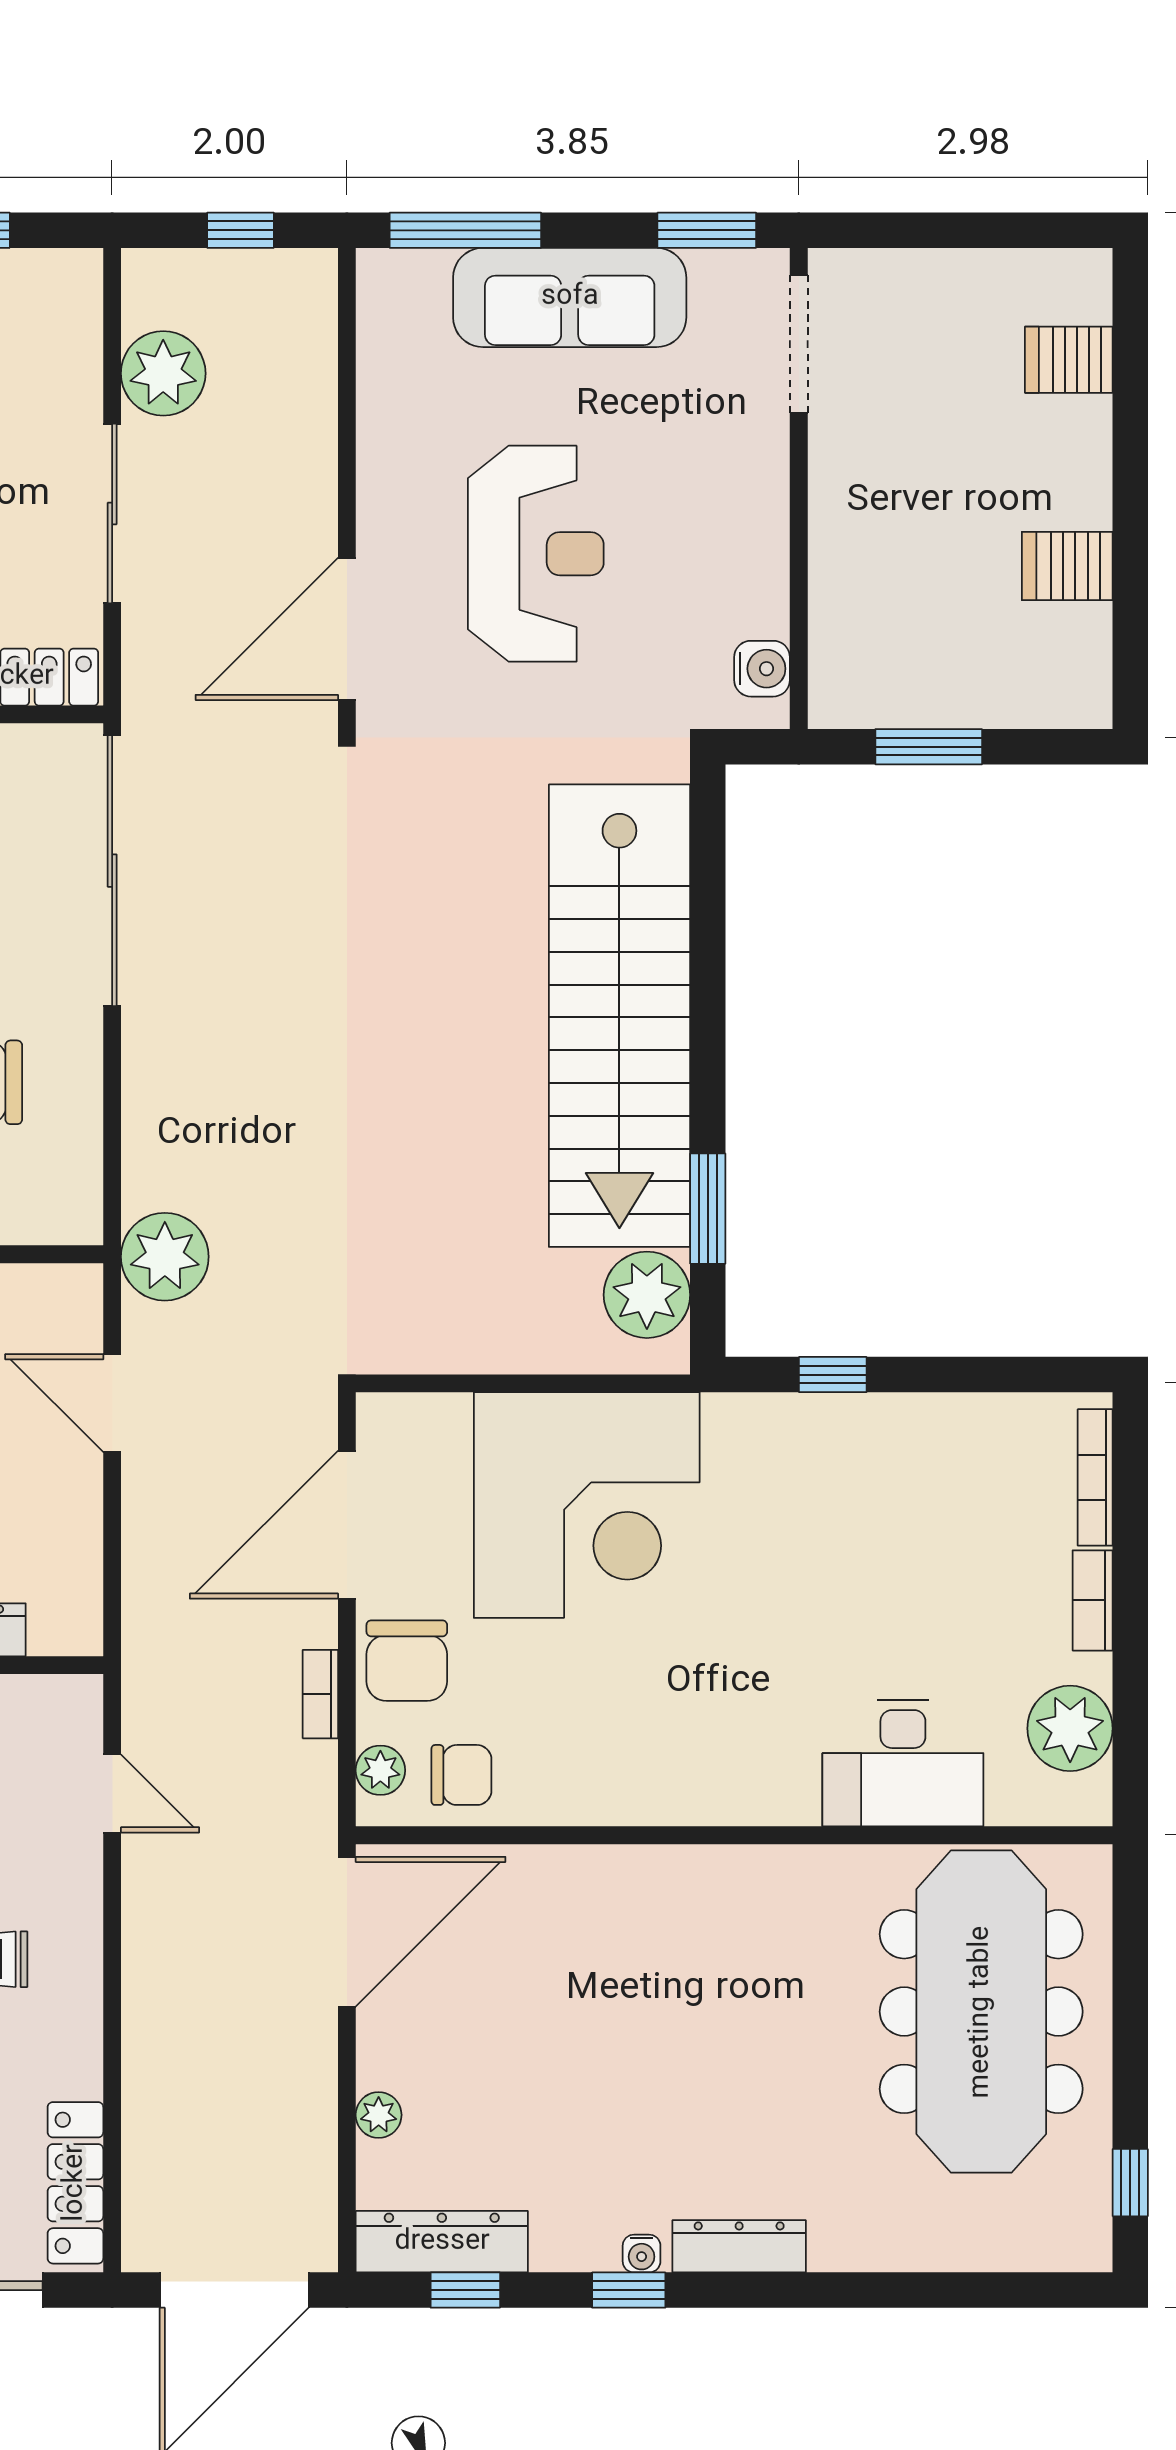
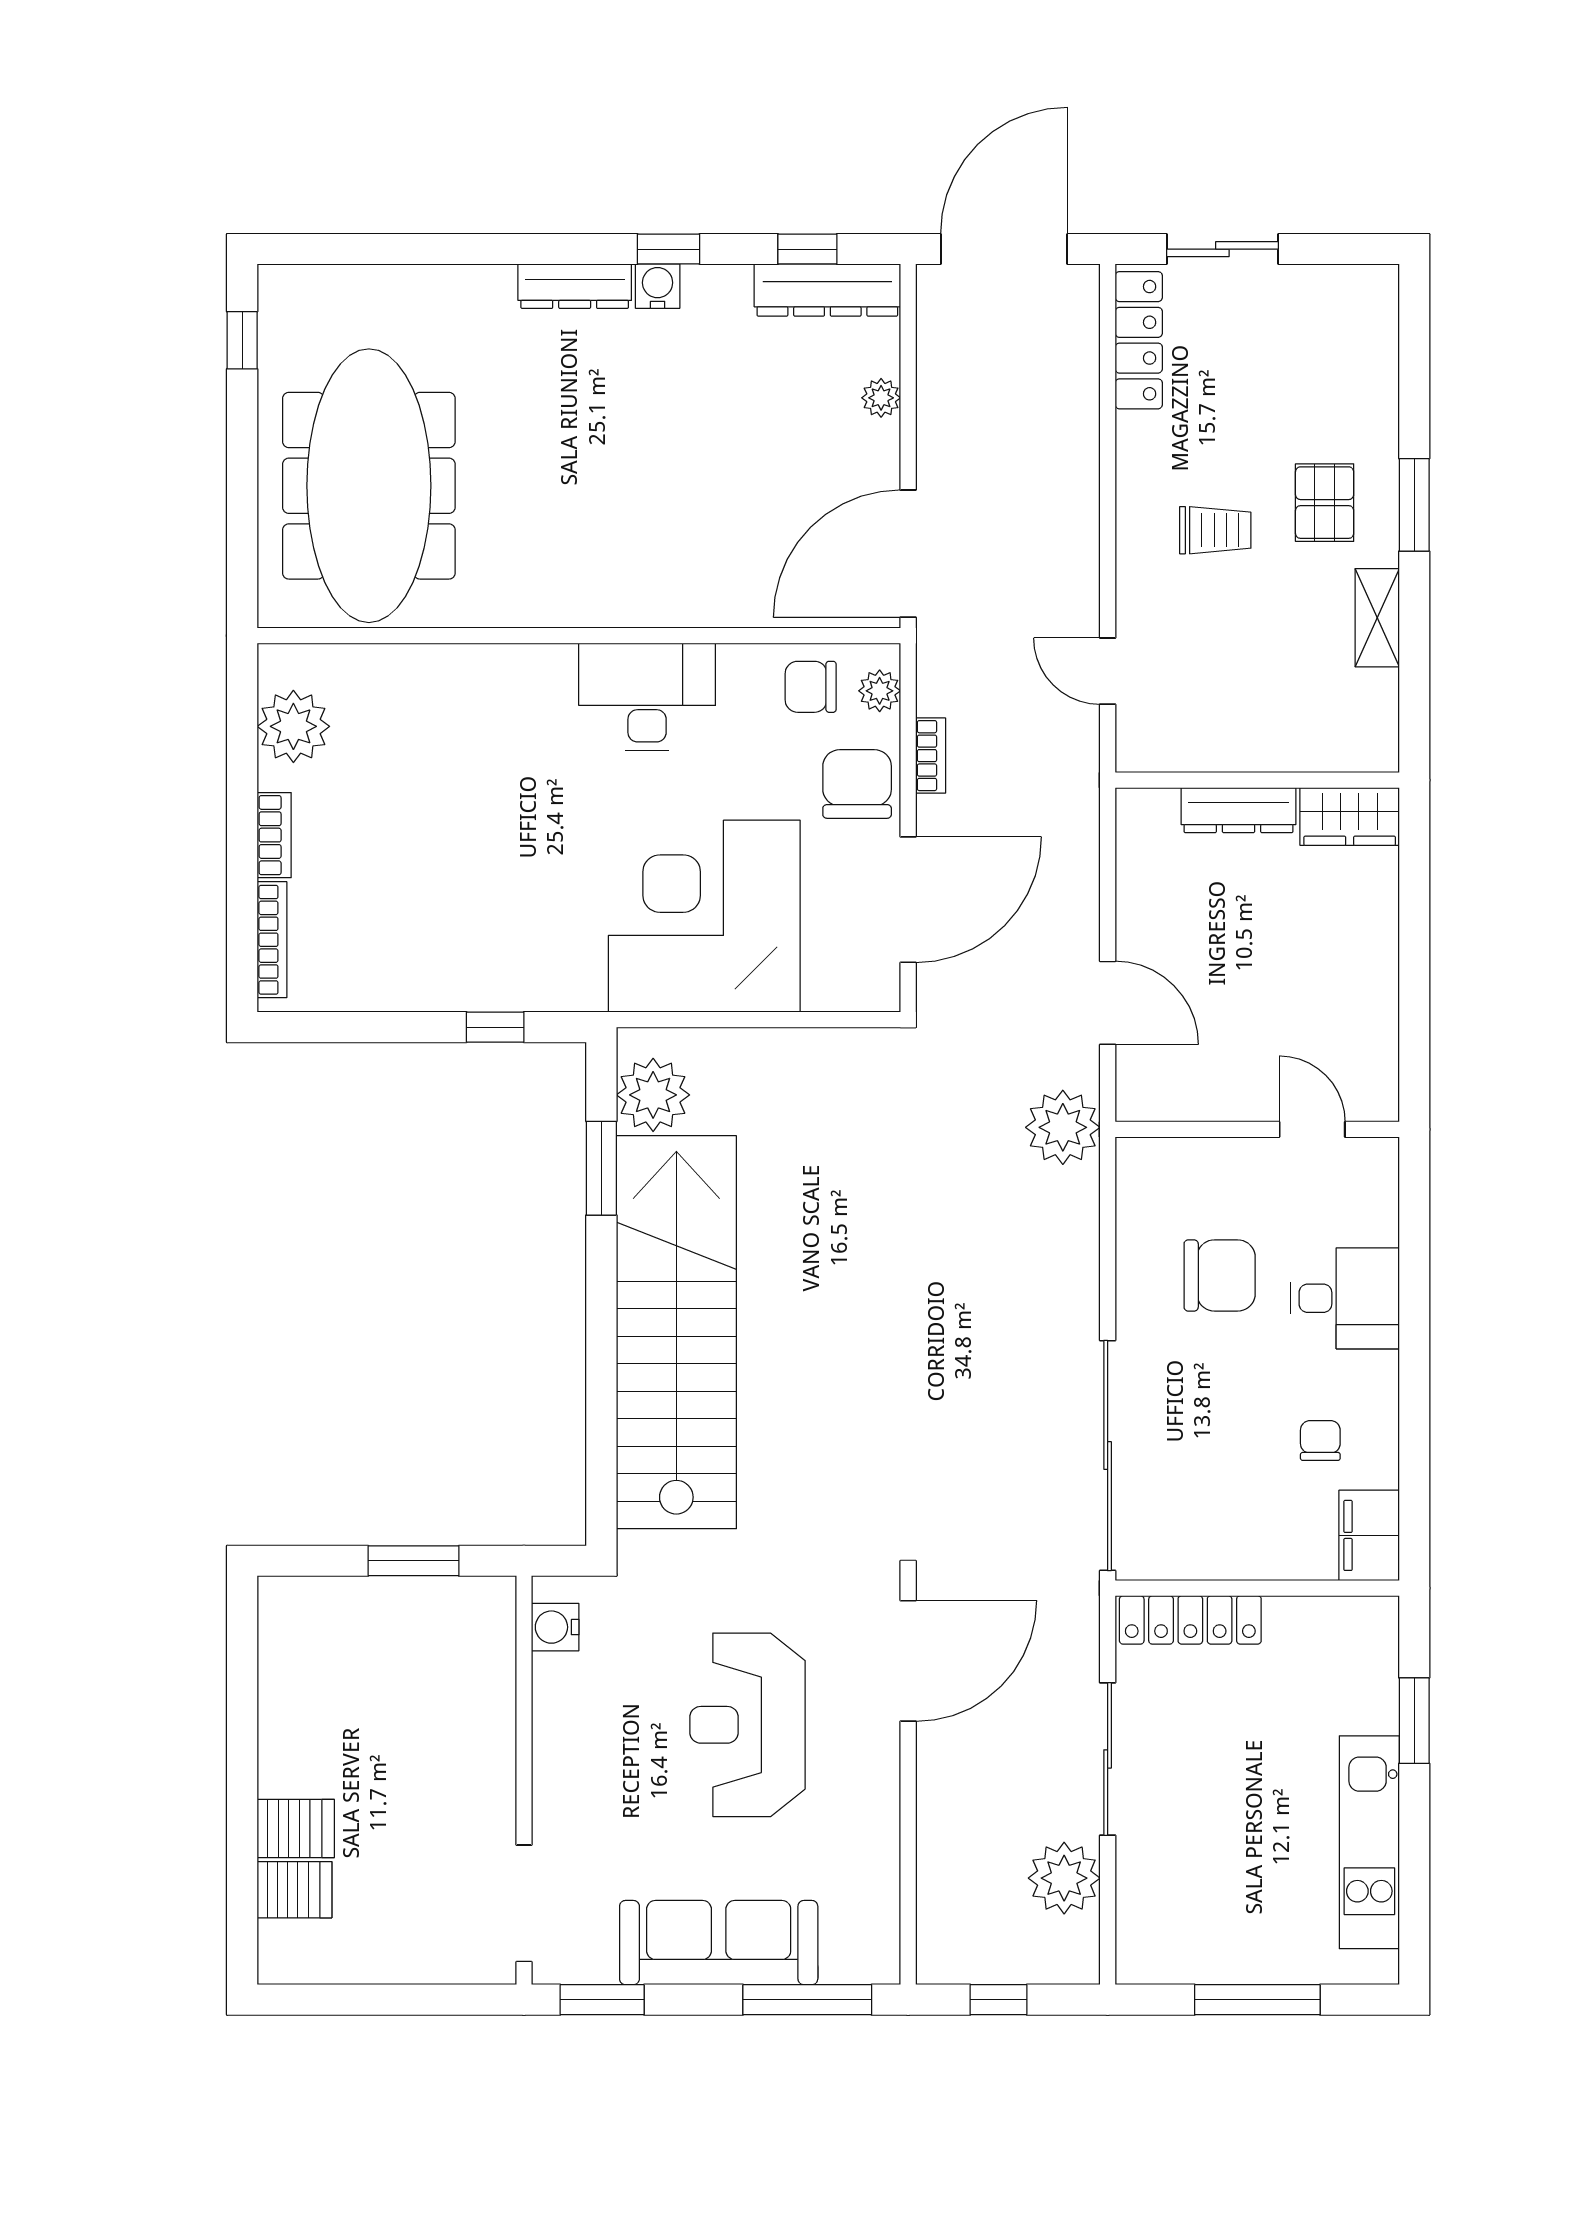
server rack: (1067, 566) -> (296, 1829), moved
desk: (903, 1763) -> (647, 697), moved
water cooler: (642, 2254) -> (658, 286), width x1.38, depth x1.38

